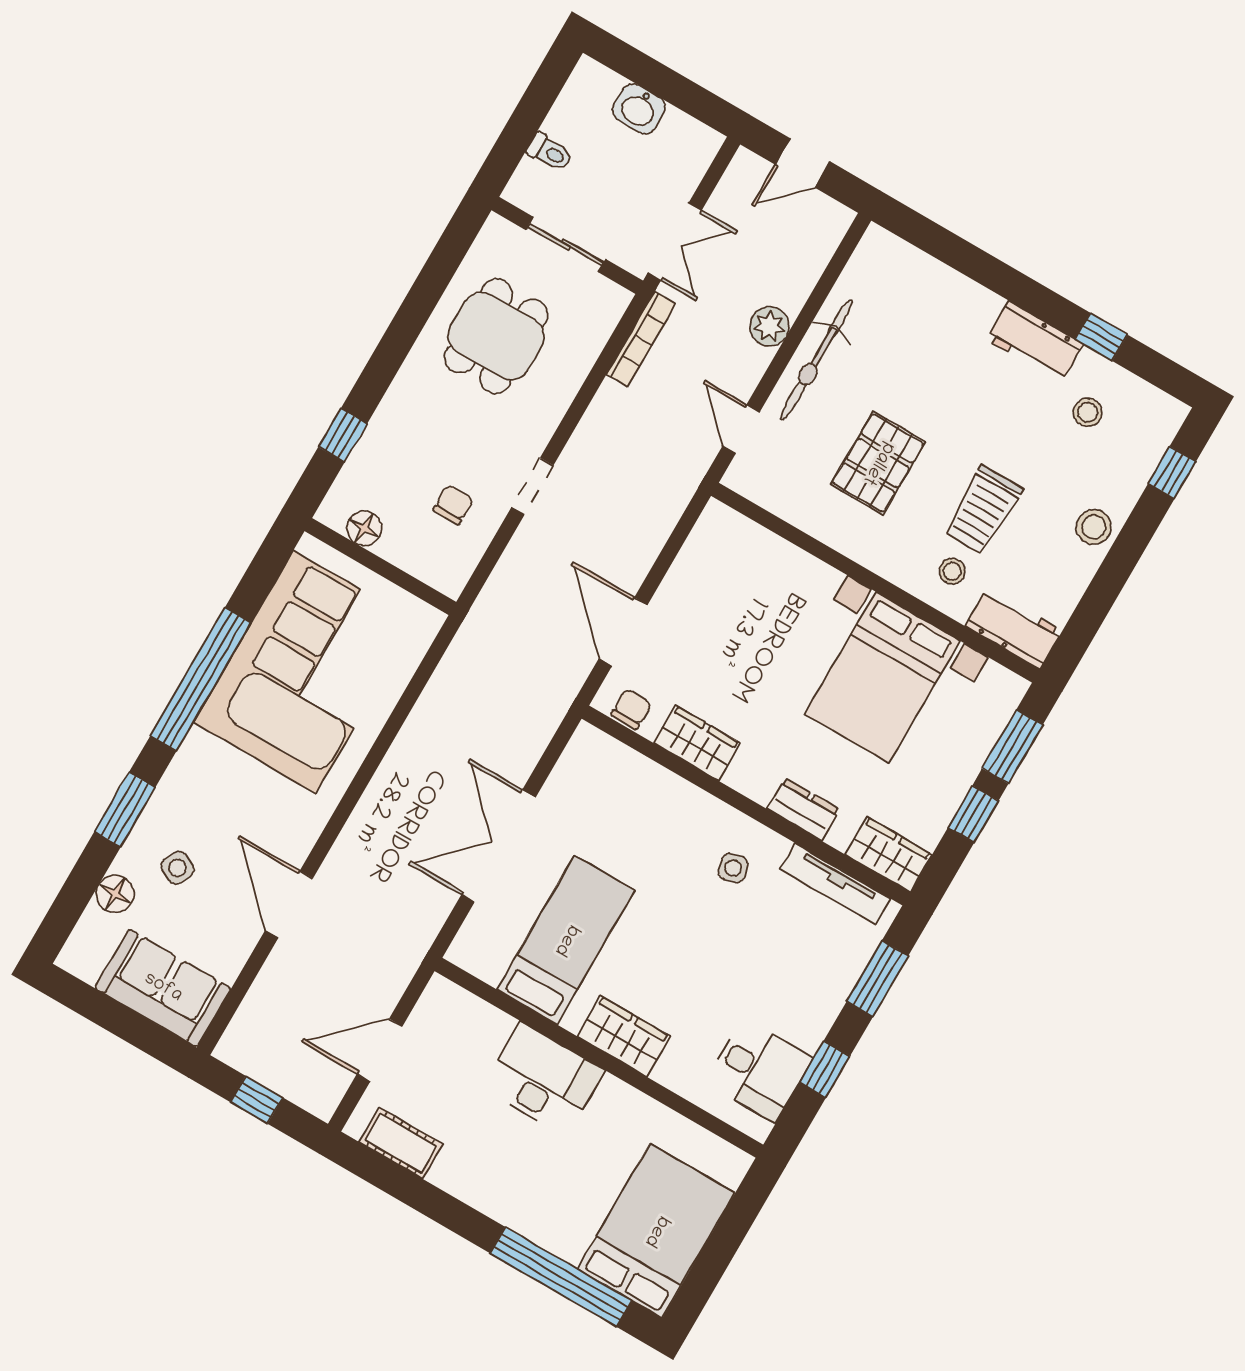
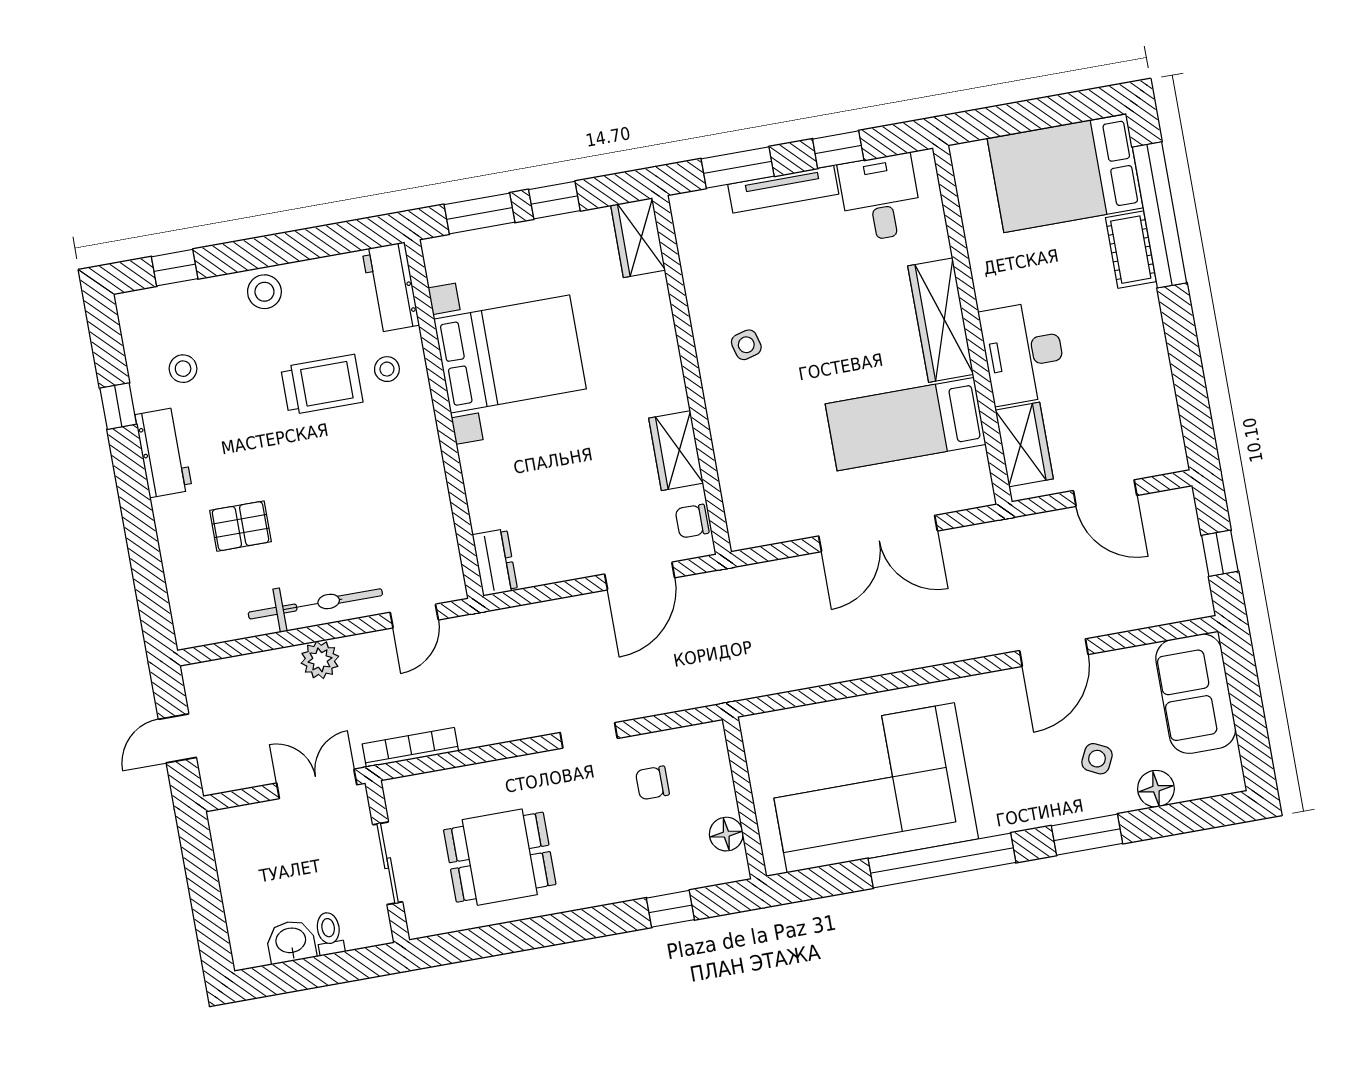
washbasin: (639, 109) -> (291, 941), moved, turned -90
door: (803, 163) -> (177, 738), swing flipped
pallet: (878, 463) -> (241, 526), moved, width x0.67, depth x0.71
dresser: (803, 809) -> (495, 562), moved, turned 180
tv unit: (835, 884) -> (783, 189), moved, turned 90
wardrobe: (471, 1019) -> (1024, 444), added
wardrobe: (624, 1036) -> (941, 320), width x1.50
cot: (401, 1143) -> (1131, 250), moved

